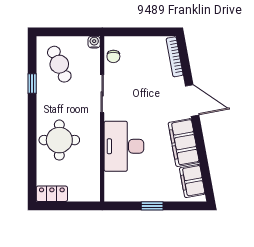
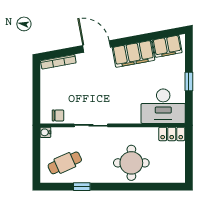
door: (192, 100) -> (97, 46), hinge flipped
desk: (124, 146) -> (163, 106), moved
locker: (52, 194) -> (172, 134), moved, turned -90

